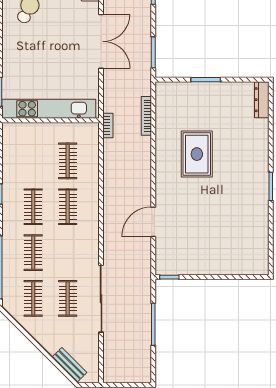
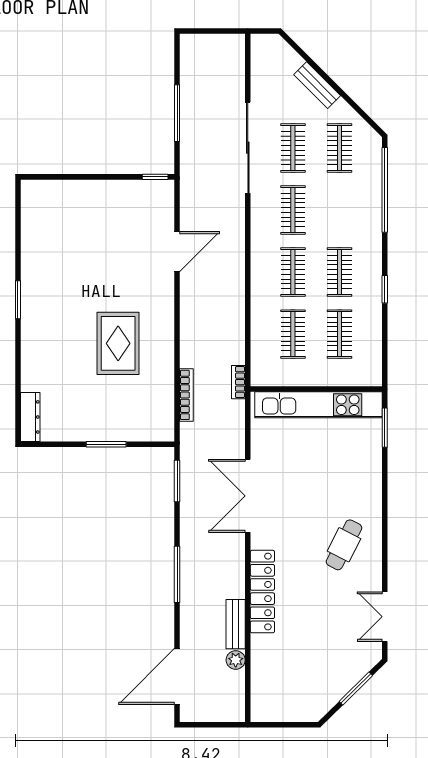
clothes rail: (33, 161) -> (340, 334), added
clothes rail: (33, 253) -> (293, 210), moved
bench: (70, 365) -> (317, 85), moved

